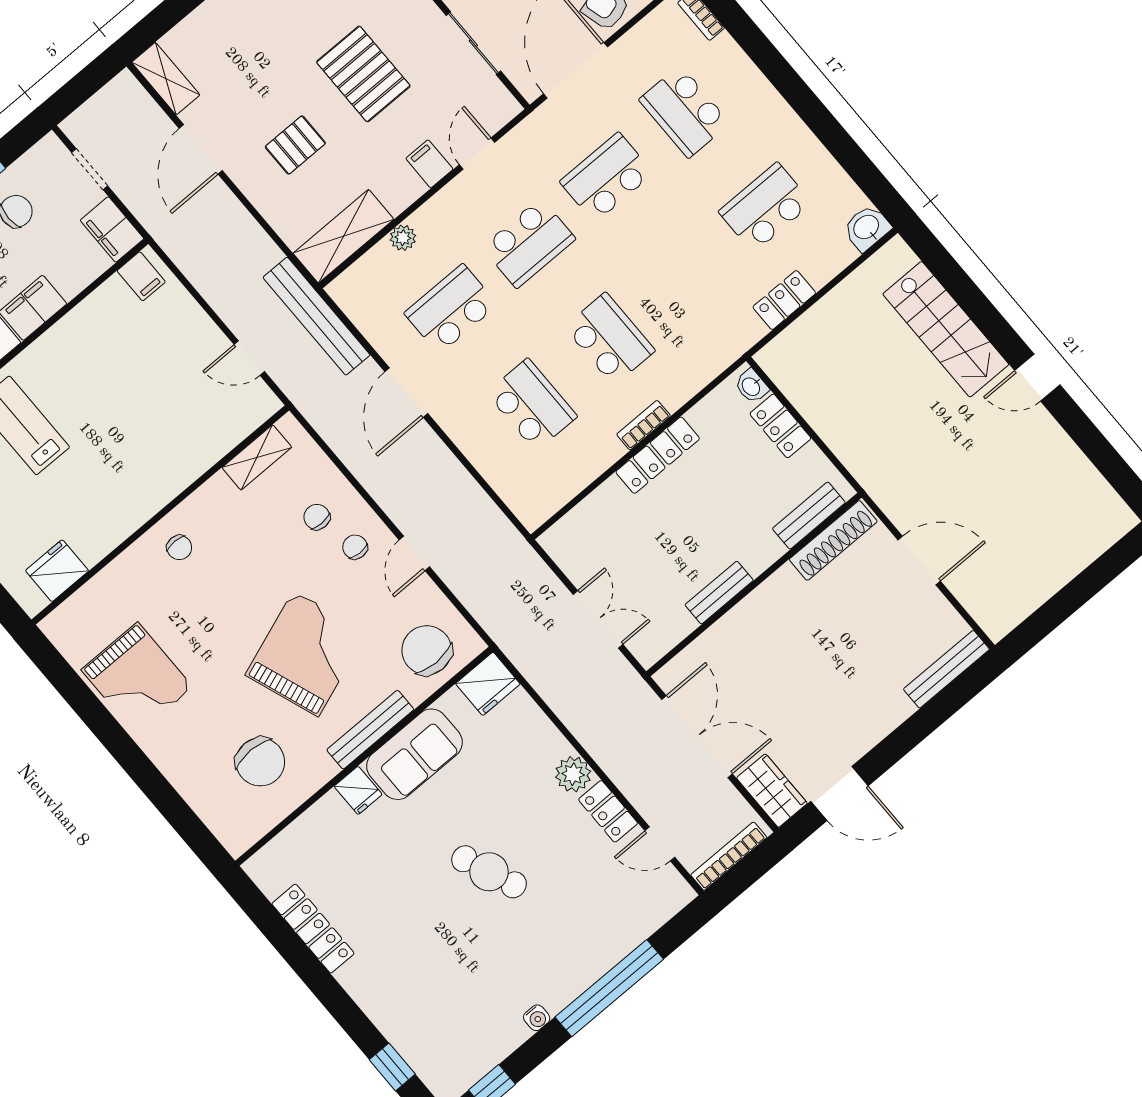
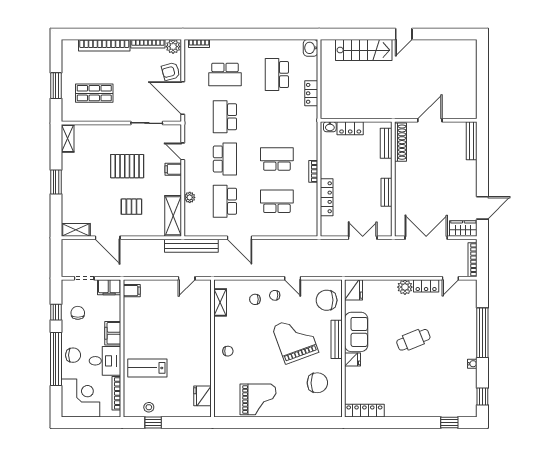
pallet: (295, 145) -> (131, 207), turned 90
locker: (658, 455) -> (327, 197), moved
locker: (313, 929) -> (364, 411), moved

